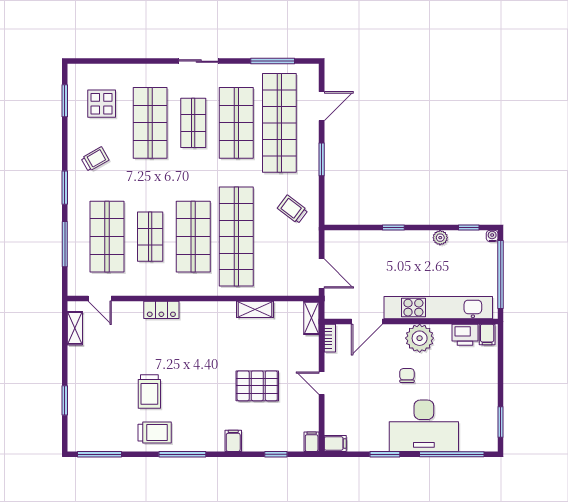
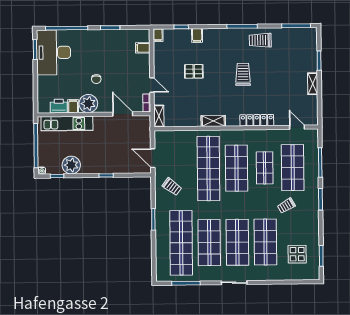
door: (322, 106) -> (154, 254), removed
shop shelf: (193, 123) -> (237, 242), width x1.43, depth x1.36
trolley: (95, 159) -> (286, 206), moved
plant: (440, 238) -> (71, 165), width x1.88, depth x1.88
door: (322, 274) -> (153, 158), moved
kitchen unit: (438, 308) -> (67, 124), width x0.73
shelving: (255, 309) -> (213, 121), moved
locker: (161, 310) -> (257, 120), width x1.53
door: (367, 321) -> (123, 114), hinge flipped
shelving: (75, 328) -> (313, 84), moved
filing cabinet: (487, 335) -> (73, 106), moved
door: (322, 383) -> (152, 85), moved
pallet: (257, 386) -> (194, 71), width x0.67, depth x0.71
trolley: (149, 391) -> (243, 74), moved
desk: (424, 426) -> (54, 52), moved, turned -90
filing cabinet: (233, 441) -> (197, 35), moved
filing cabinet: (335, 443) -> (143, 48), moved

